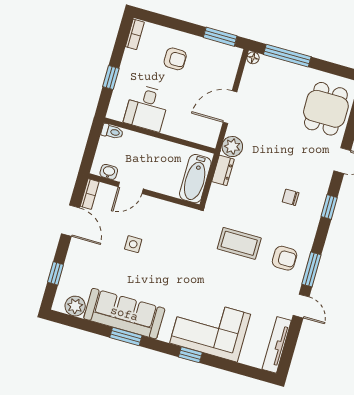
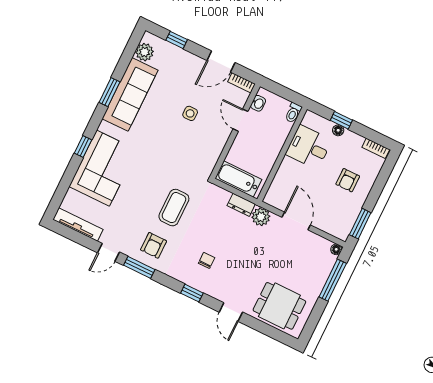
floor lamp: (123, 79) -> (338, 130), added

